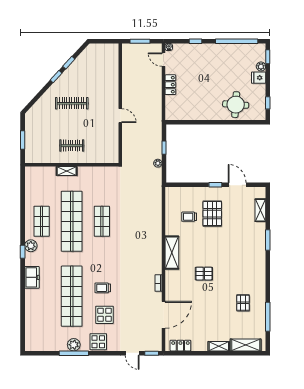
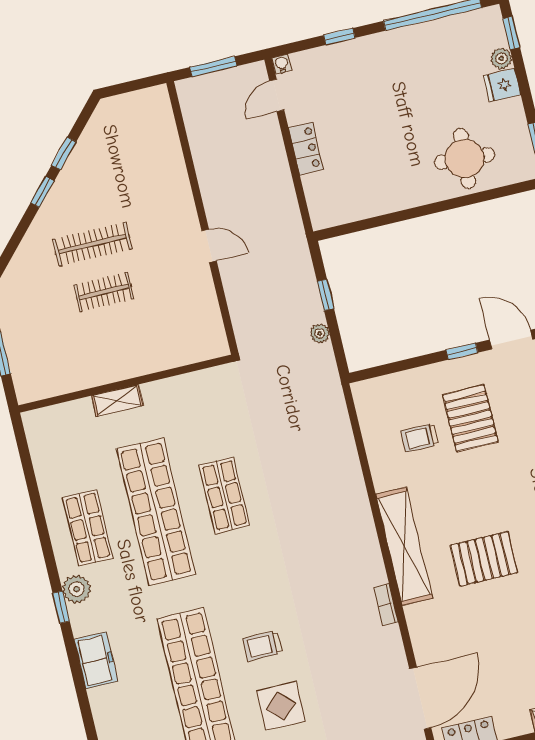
door: (163, 60) -> (277, 95), hinge flipped
clothes rail: (72, 145) -> (104, 292), moved
shelving: (172, 253) -> (404, 546), width x1.47
pallet: (204, 274) -> (484, 559), width x1.50, depth x1.42
door: (163, 315) -> (420, 698), moved

